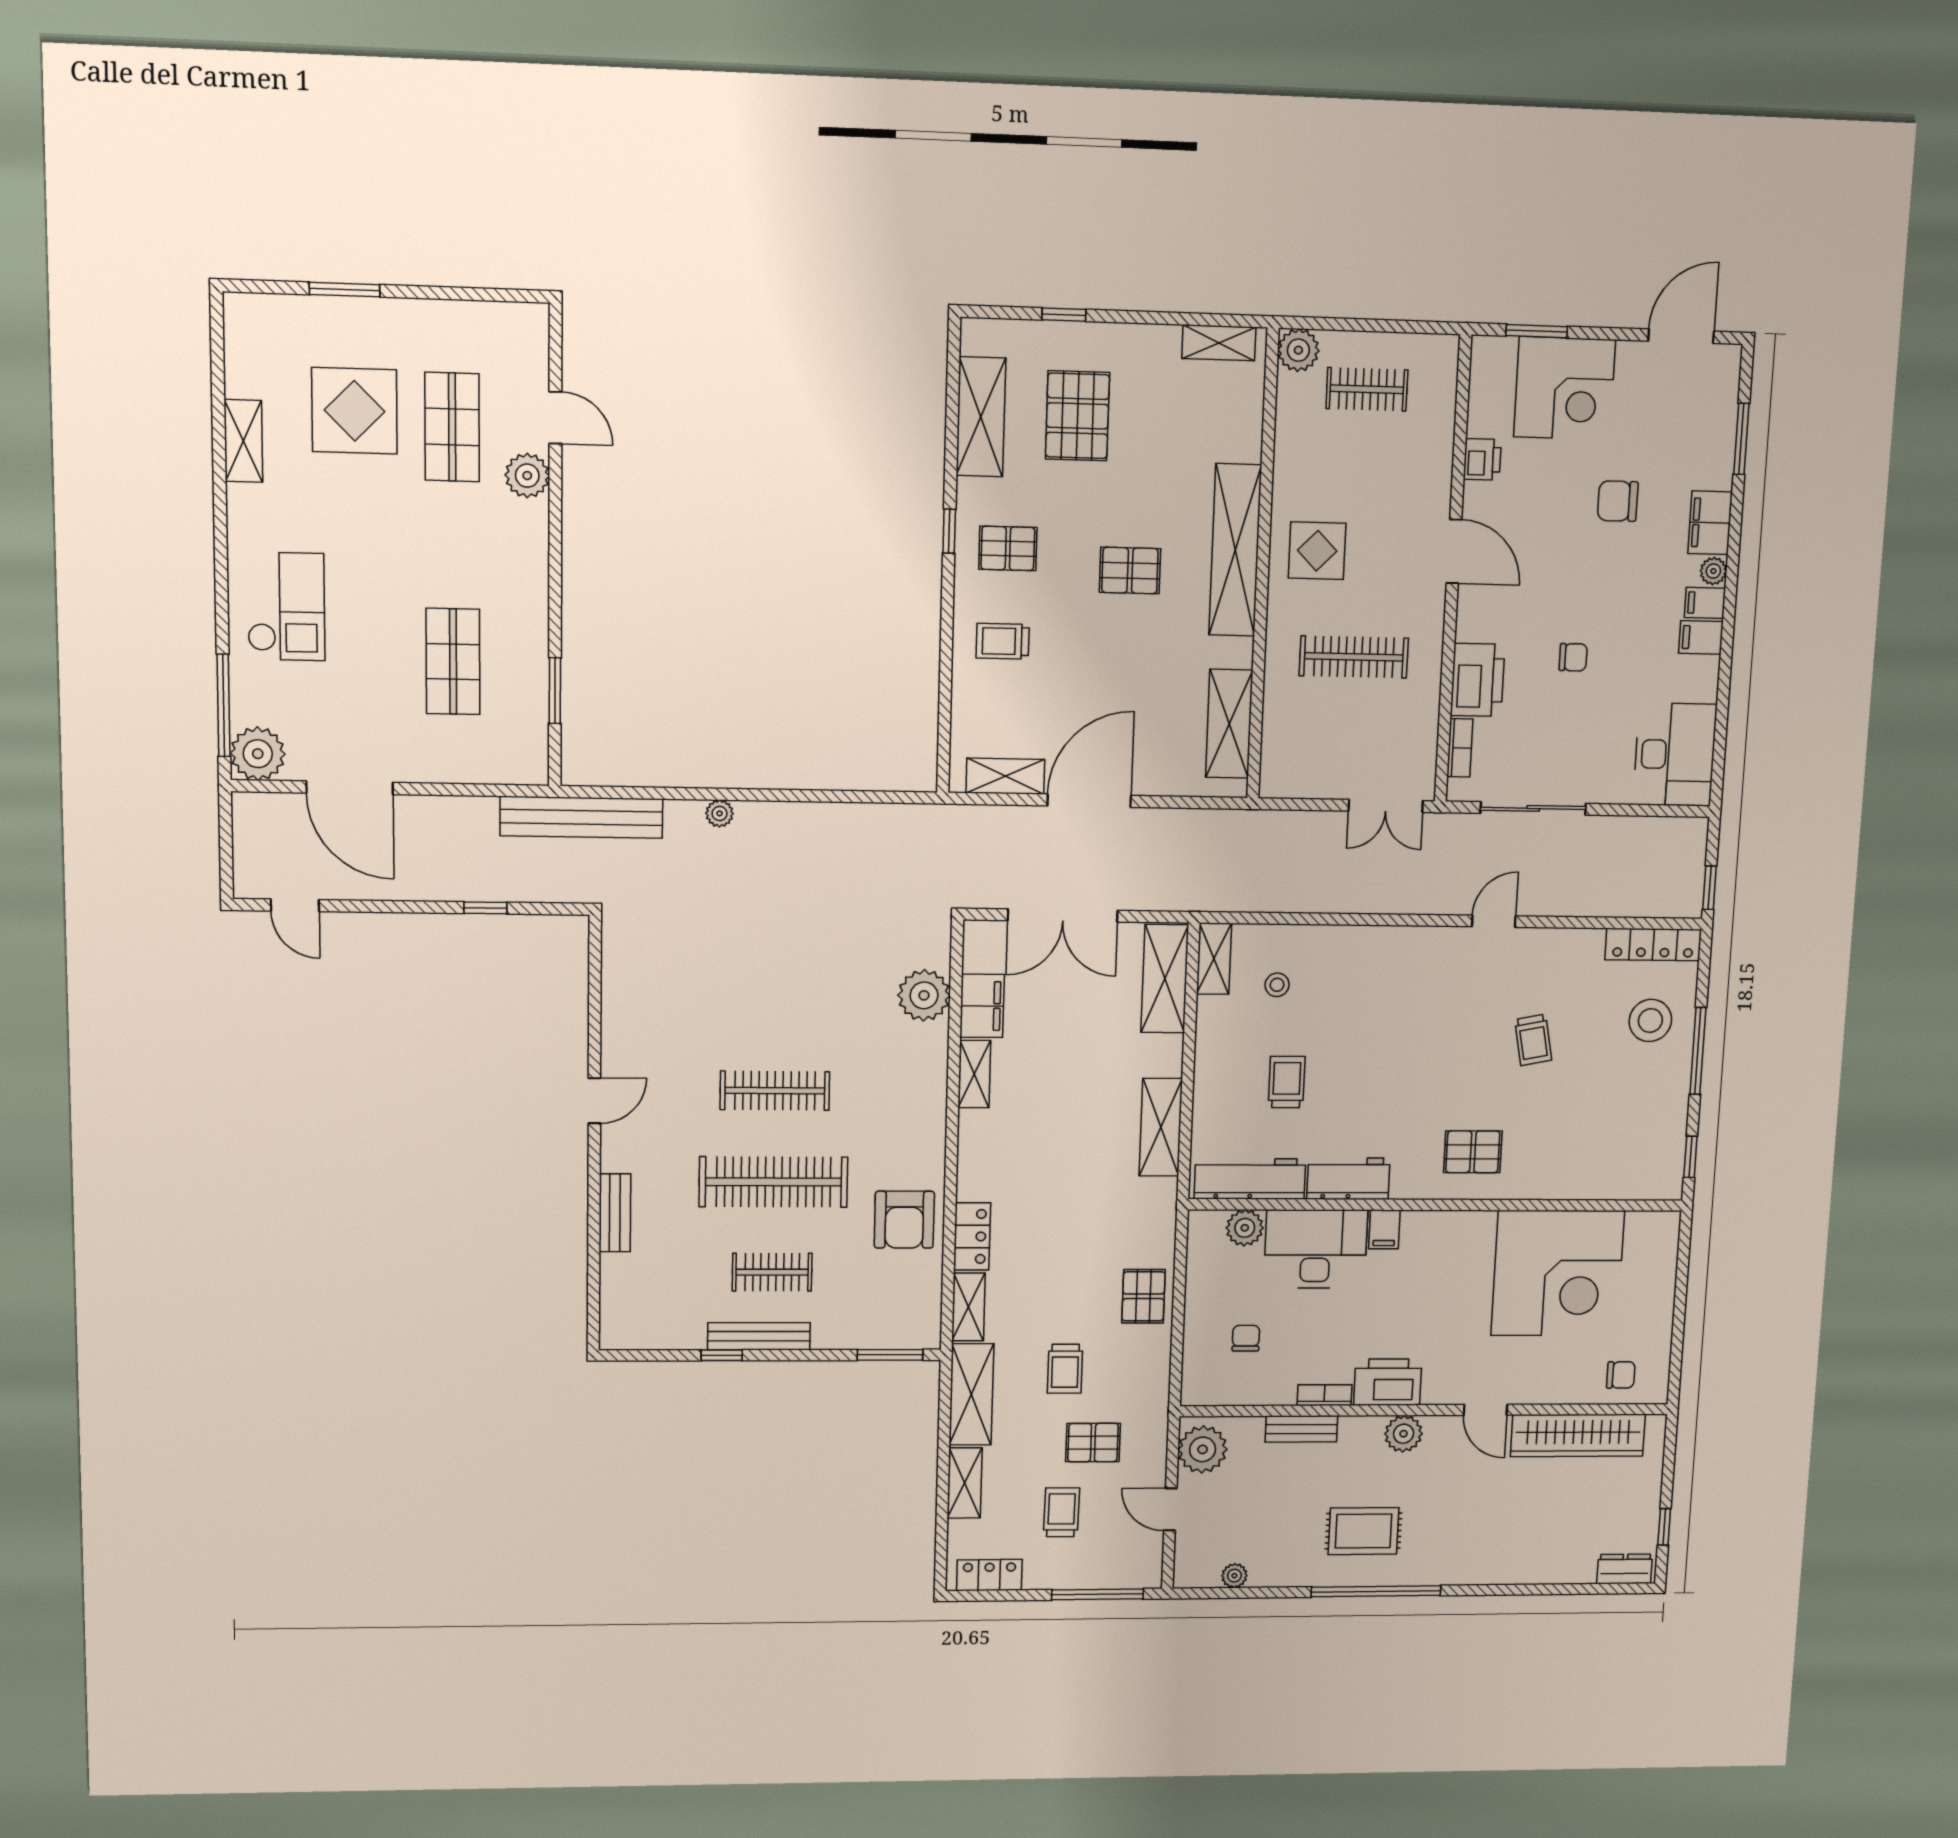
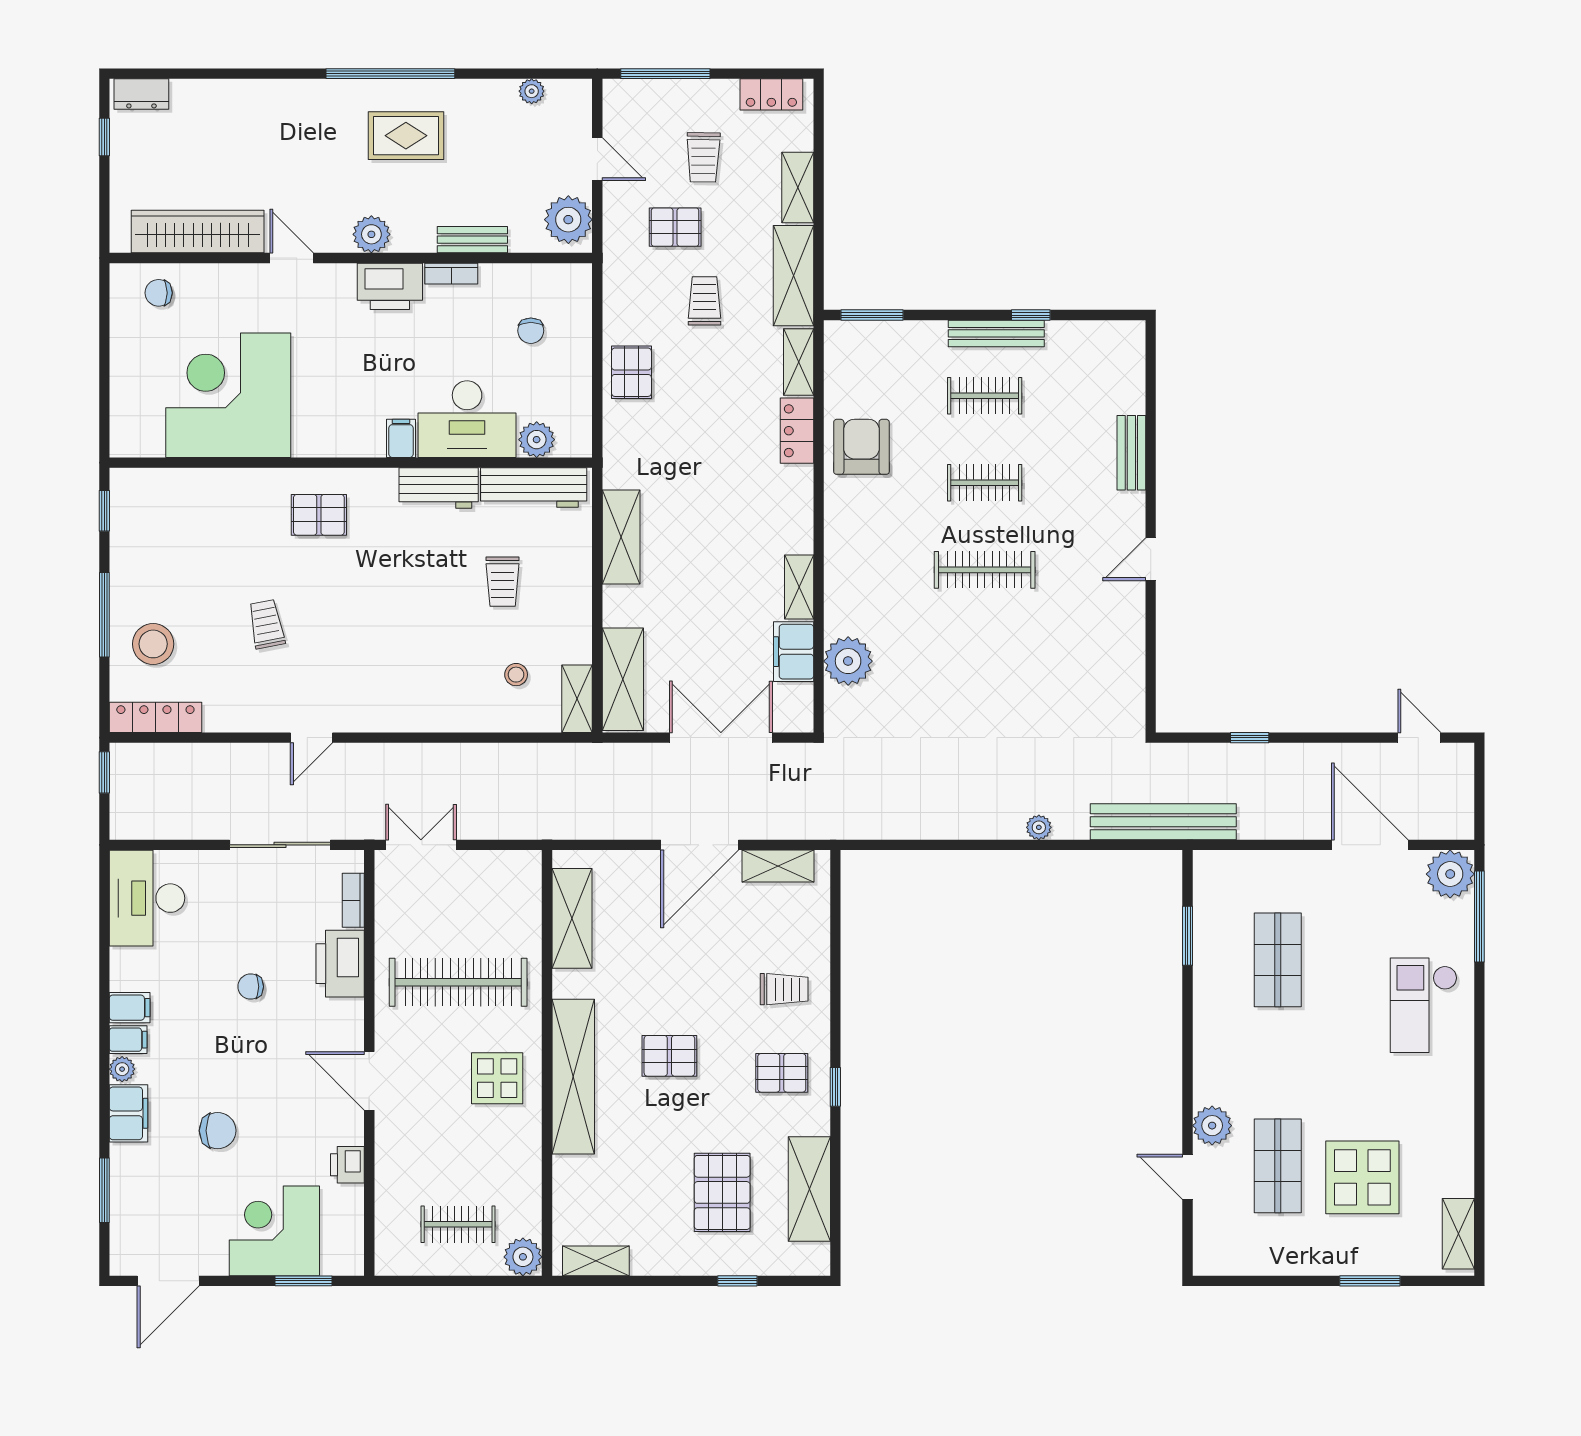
shelving: (243, 441) -> (1458, 1234), moved
clothes rail: (1354, 657) -> (458, 982), width x1.37, depth x1.31
clothes rail: (773, 1182) -> (985, 483), width x0.54, depth x0.76

